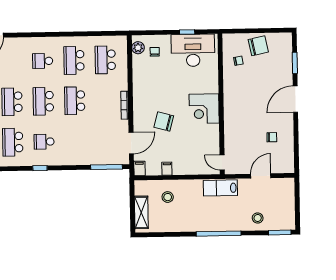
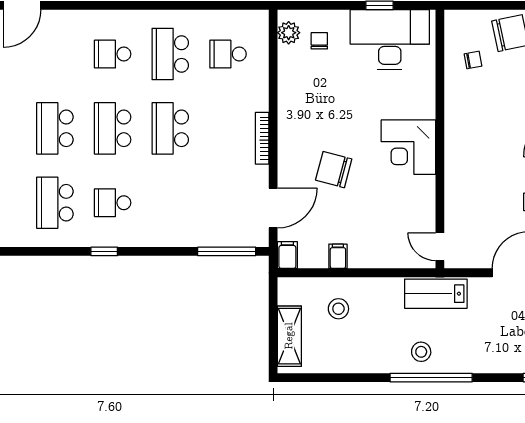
school desk: (105, 60) -> (228, 54), width x0.54
stool: (258, 218) -> (421, 352), moved

